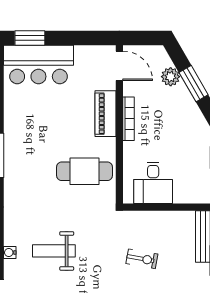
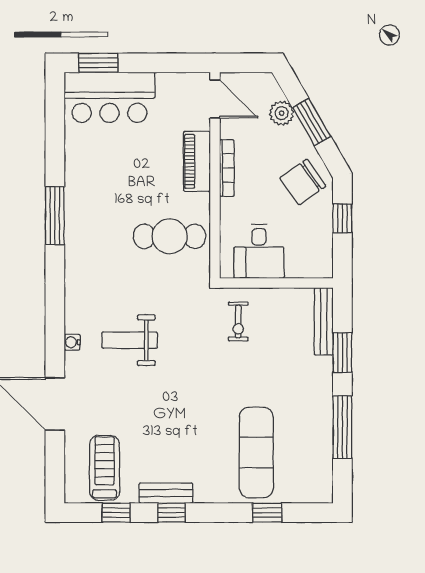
chair: (187, 130) -> (303, 182), added
exercise bike: (142, 259) -> (238, 321), moved, turned 80

